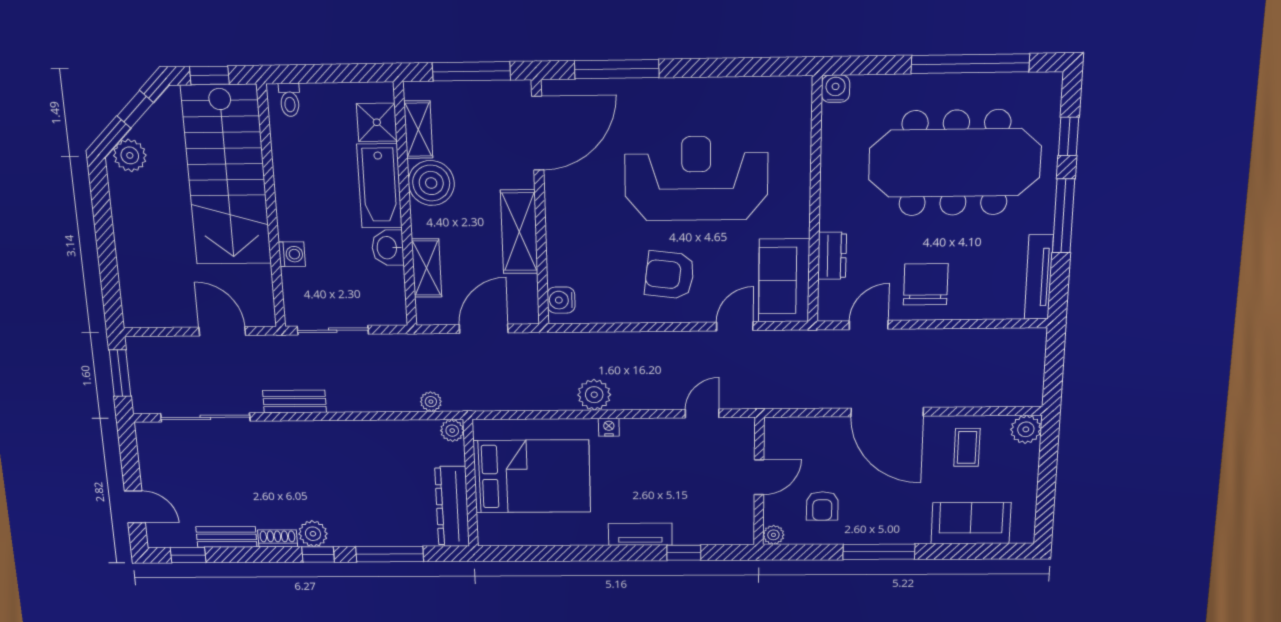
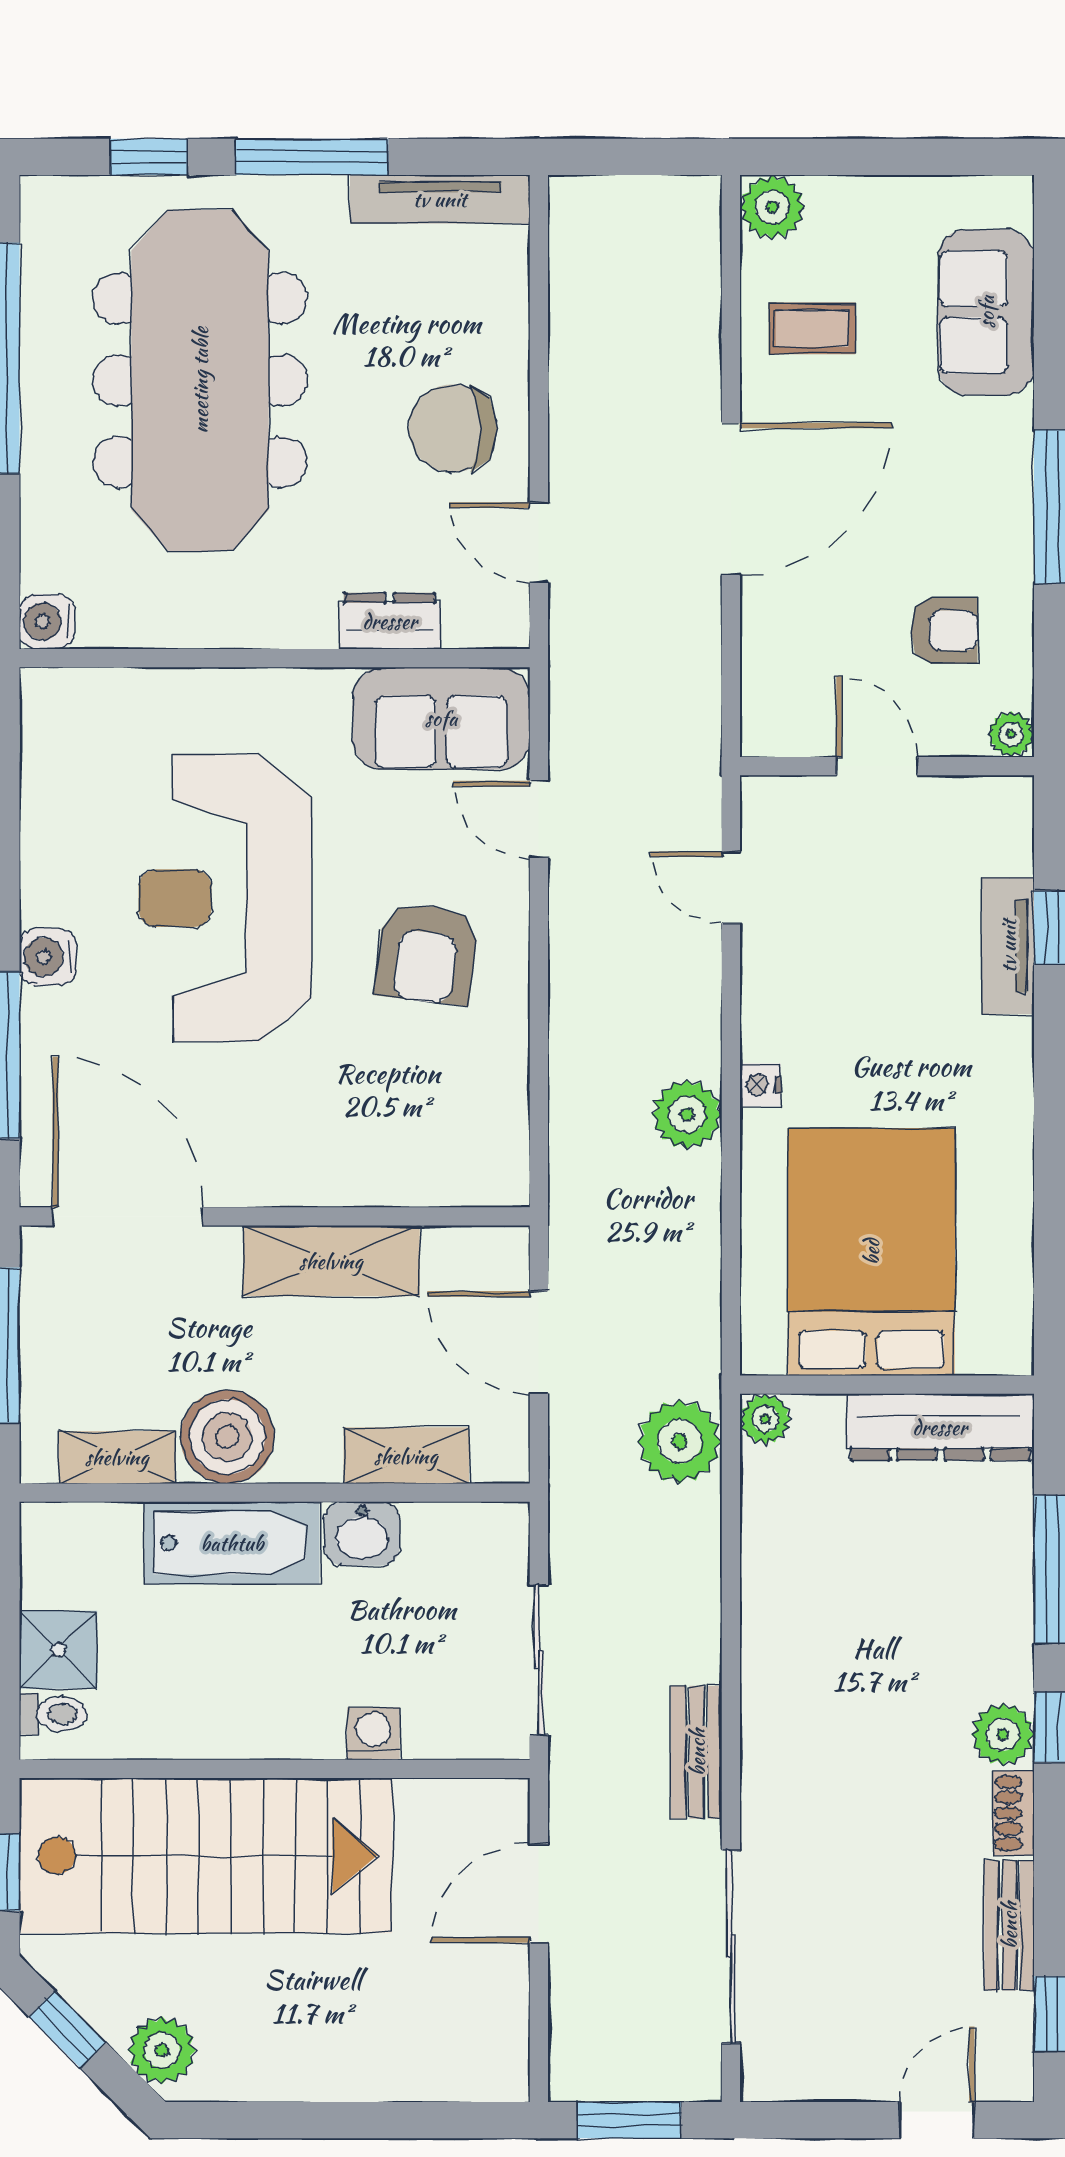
shower: (377, 122) -> (58, 1650), moved
water cooler: (561, 300) -> (48, 957), moved, turned 90
plant: (431, 402) -> (680, 1441), width x1.87, depth x1.87
tv unit: (640, 534) -> (1008, 946), moved

